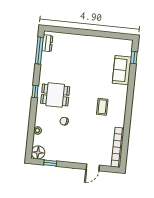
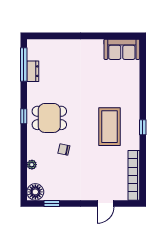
dresser: (47, 43) -> (33, 71), moved
window: (134, 58) -> (143, 127), moved
sofa: (122, 70) -> (122, 49), moved, turned -90
coffee table: (102, 107) -> (109, 127), width x1.86, depth x1.72

